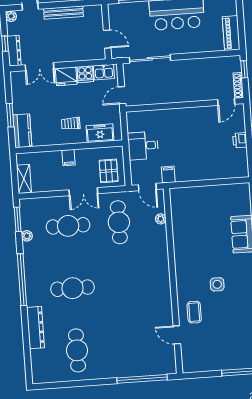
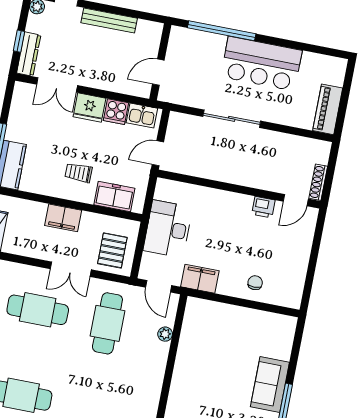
door: (107, 39) -> (158, 72), swing flipped
sliding door: (150, 59) -> (232, 119), moved
window: (244, 69) -> (332, 163), removed
printer: (240, 140) -> (263, 207), moved, turned -90
desk: (143, 146) -> (168, 229), width x1.37
filing cabinet: (68, 158) -> (63, 218), width x2.00
chair: (213, 167) -> (255, 283), added
filing cabinet: (168, 175) -> (200, 279), width x2.00

